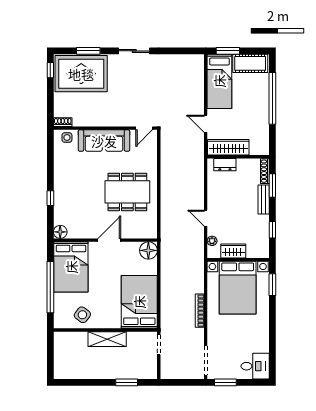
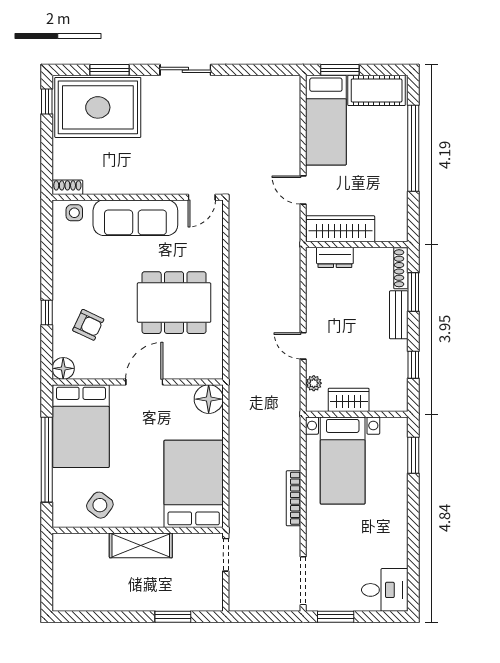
armchair: (75, 205) -> (88, 325), added
bed with nightstands: (238, 288) -> (343, 461), width x0.73

